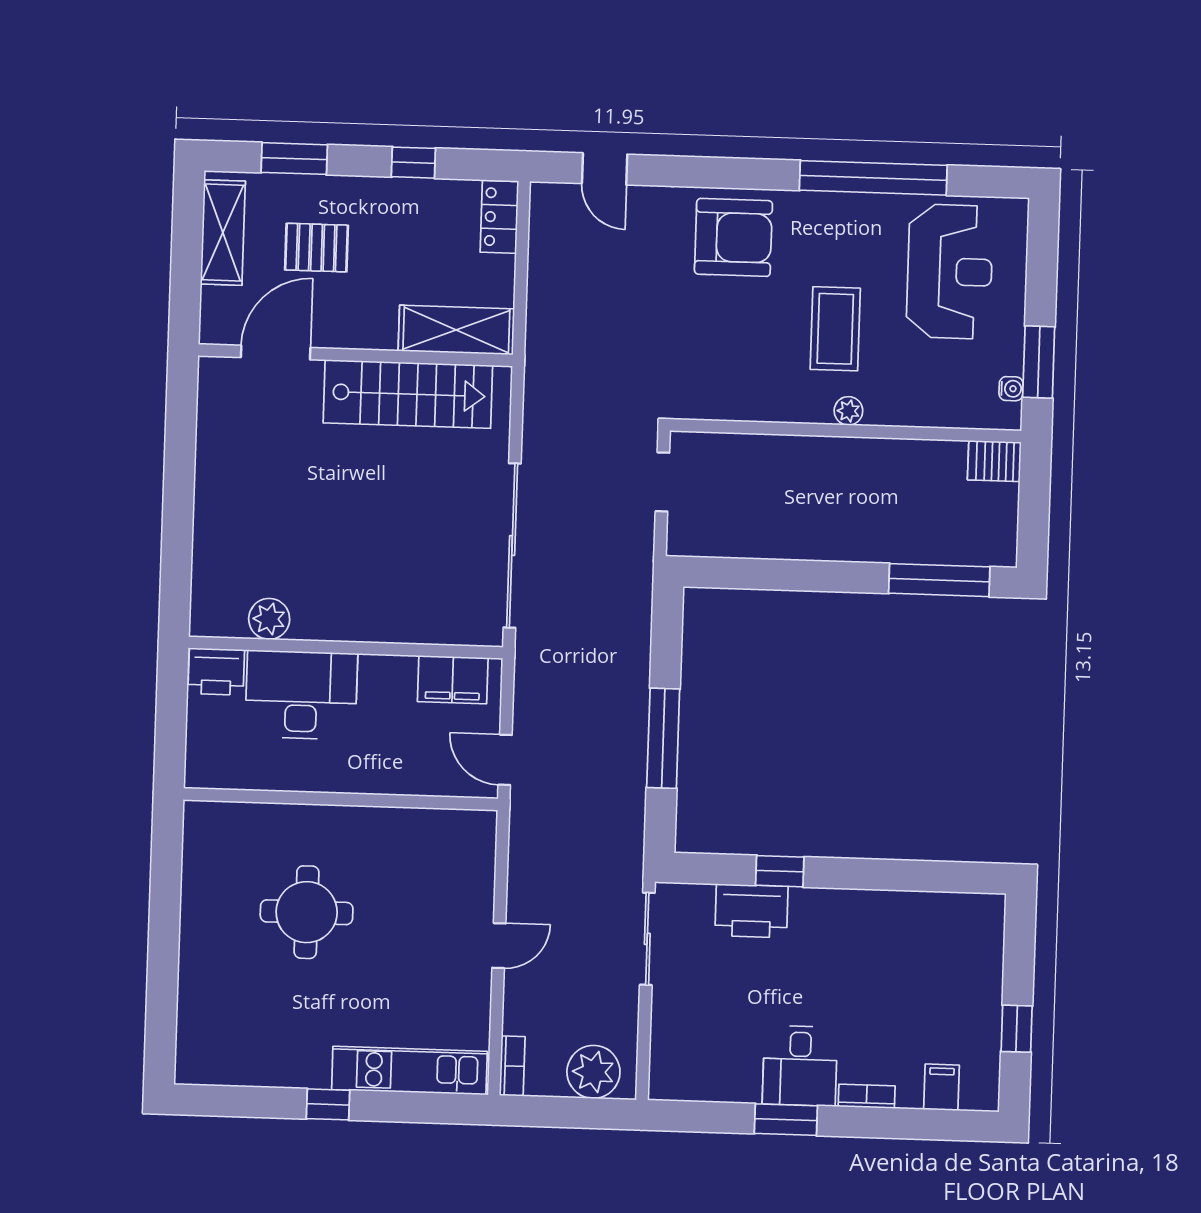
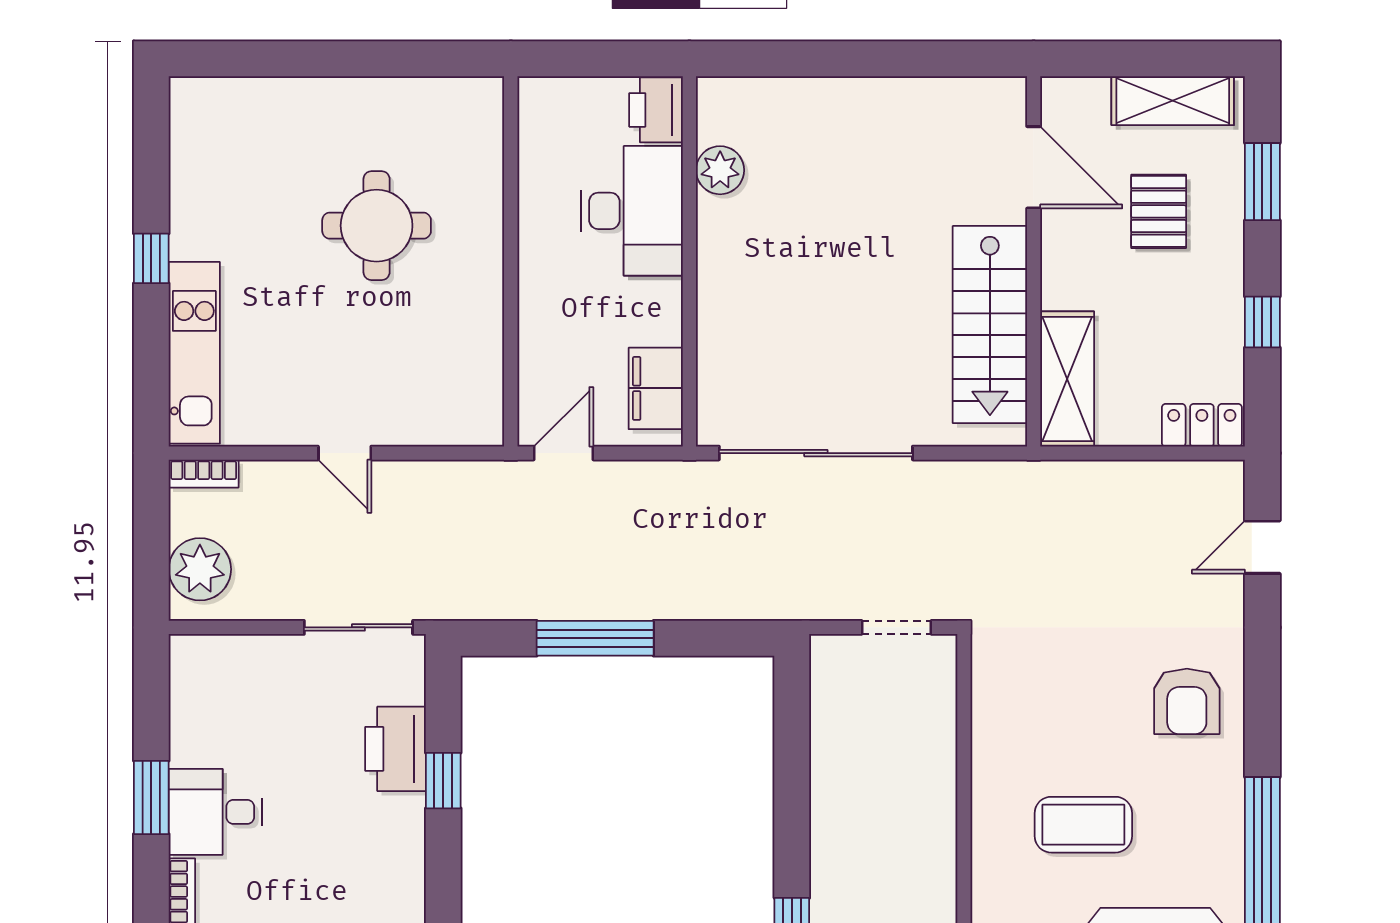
armchair: (733, 237) -> (1187, 701), width x0.73, depth x0.73
plant: (848, 411) -> (987, 843), removed

